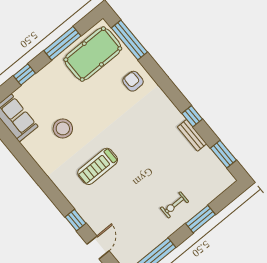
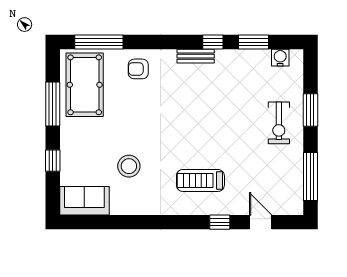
bench: (192, 135) -> (196, 56), moved
window: (223, 154) -> (253, 42), moved
treadmill: (98, 166) -> (200, 180), moved, turned 90
water cooler: (219, 170) -> (280, 58), added
exercise bike: (174, 205) -> (279, 123), width x1.38, depth x1.39

